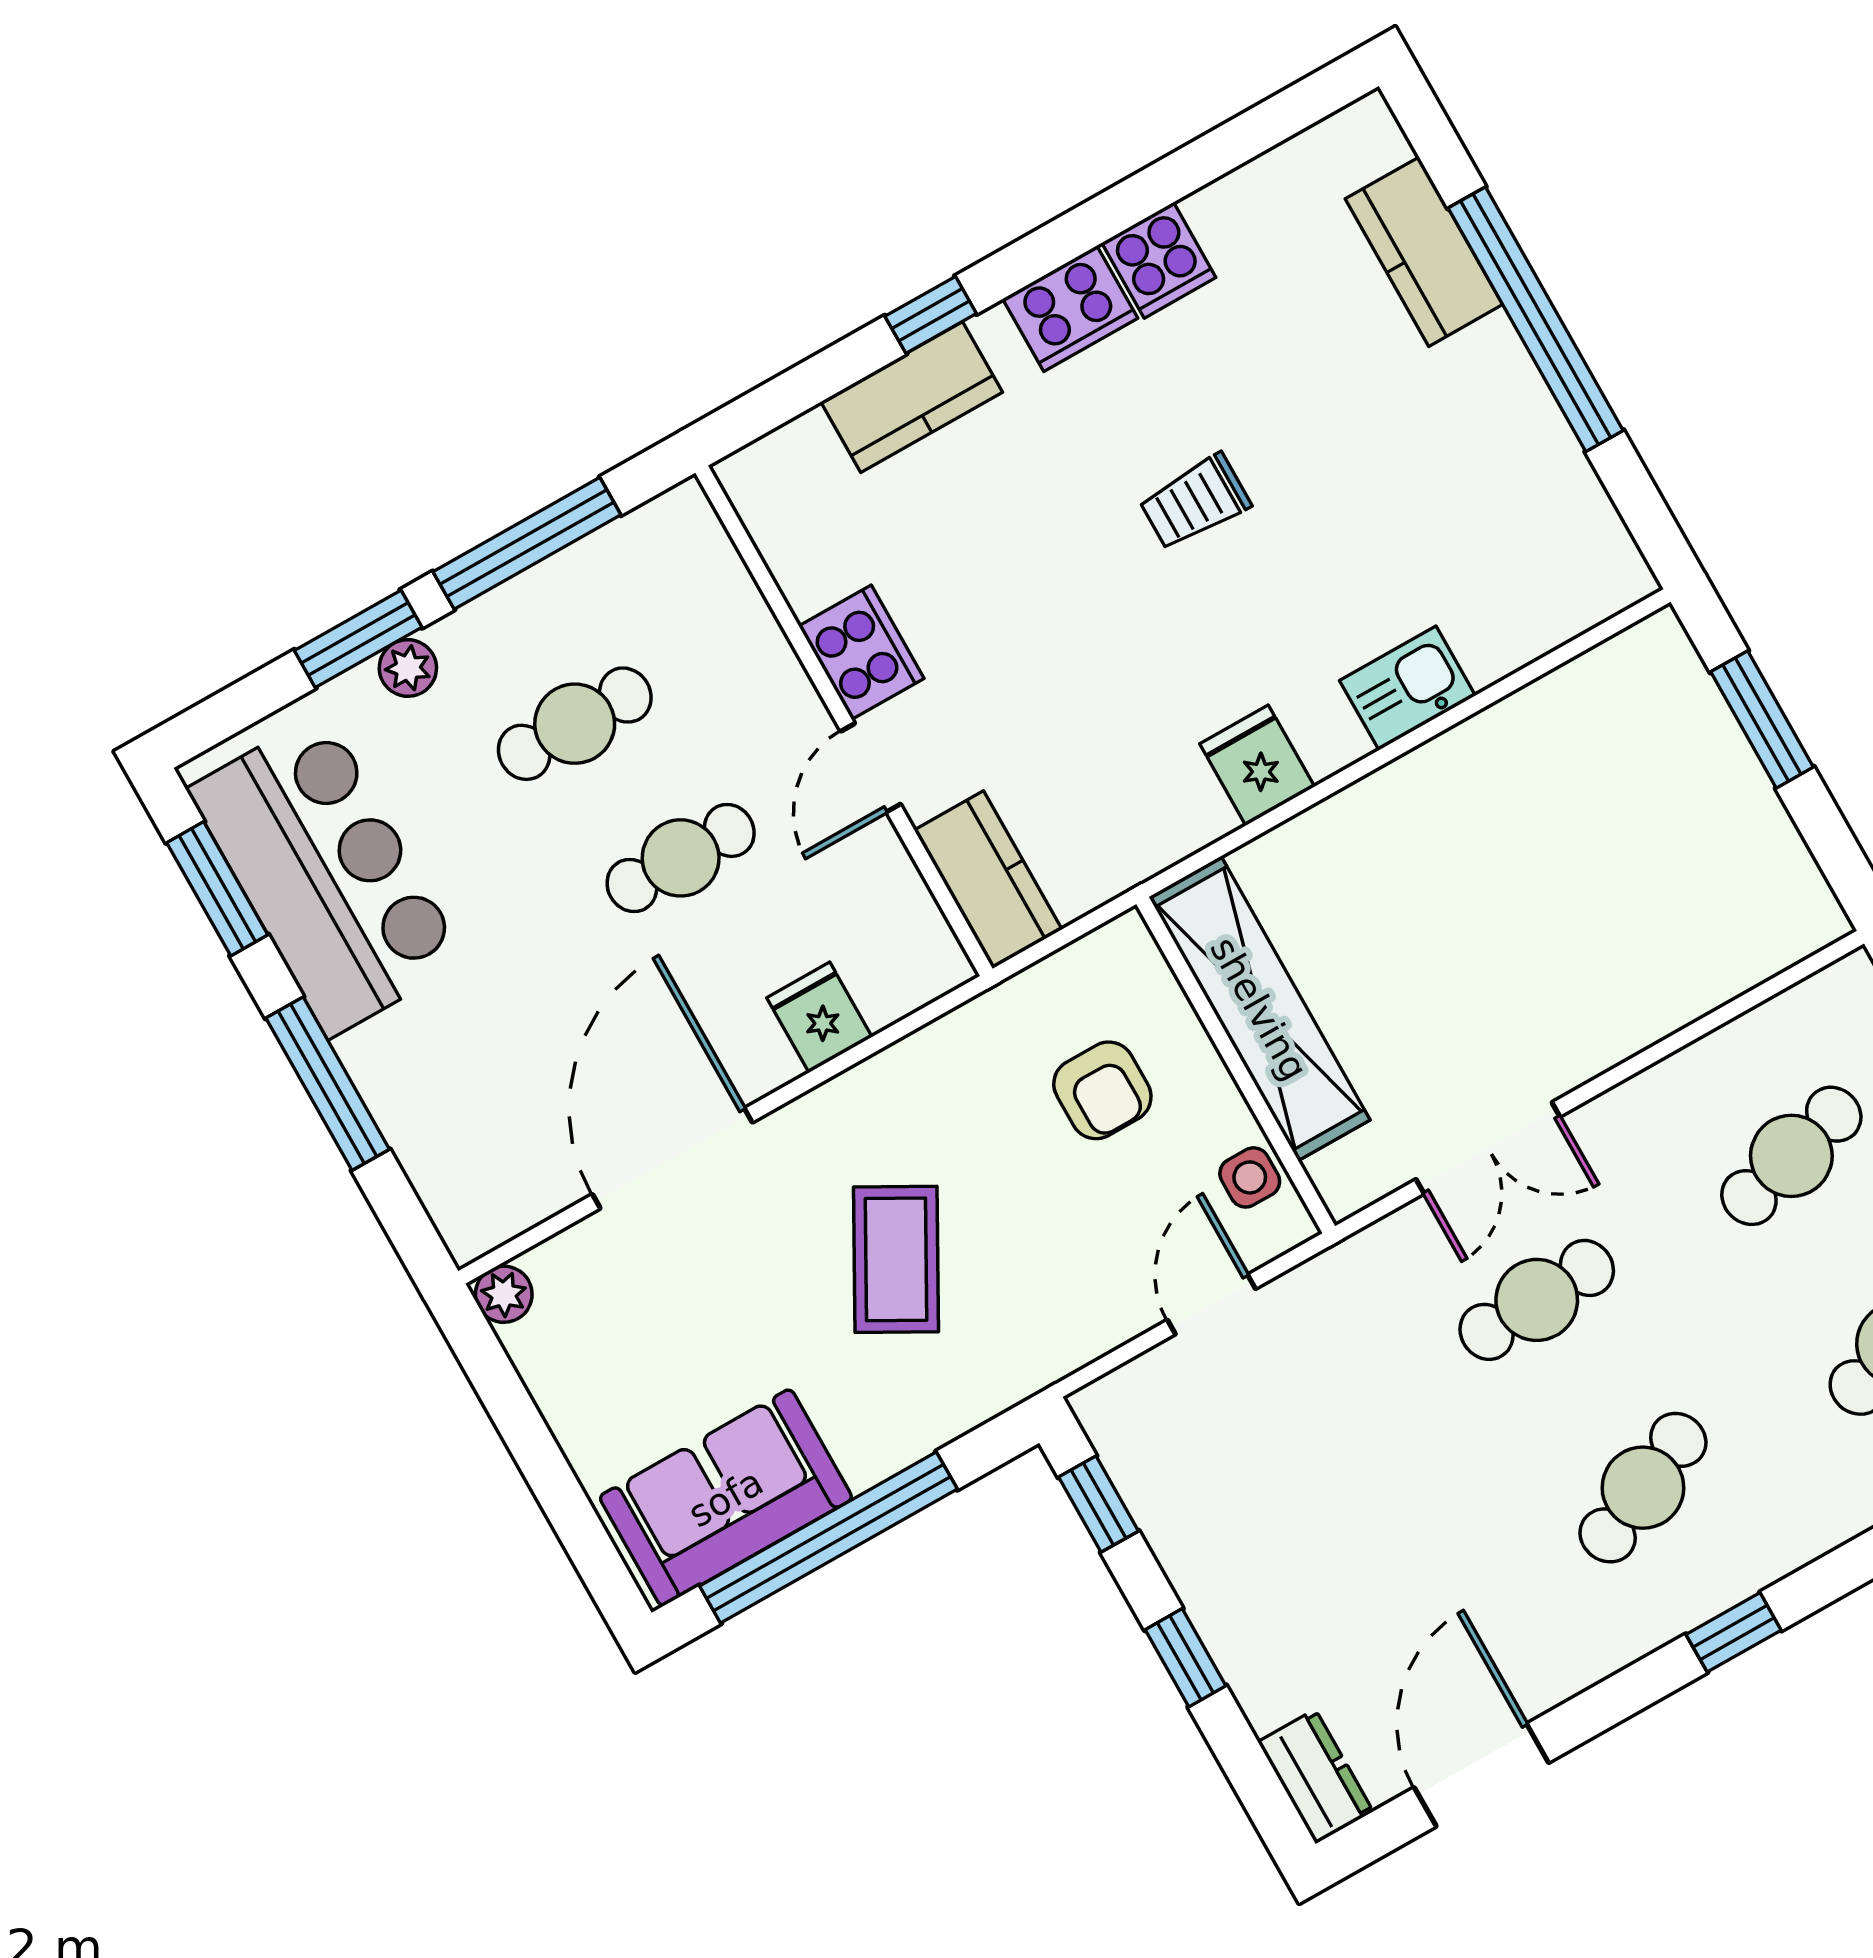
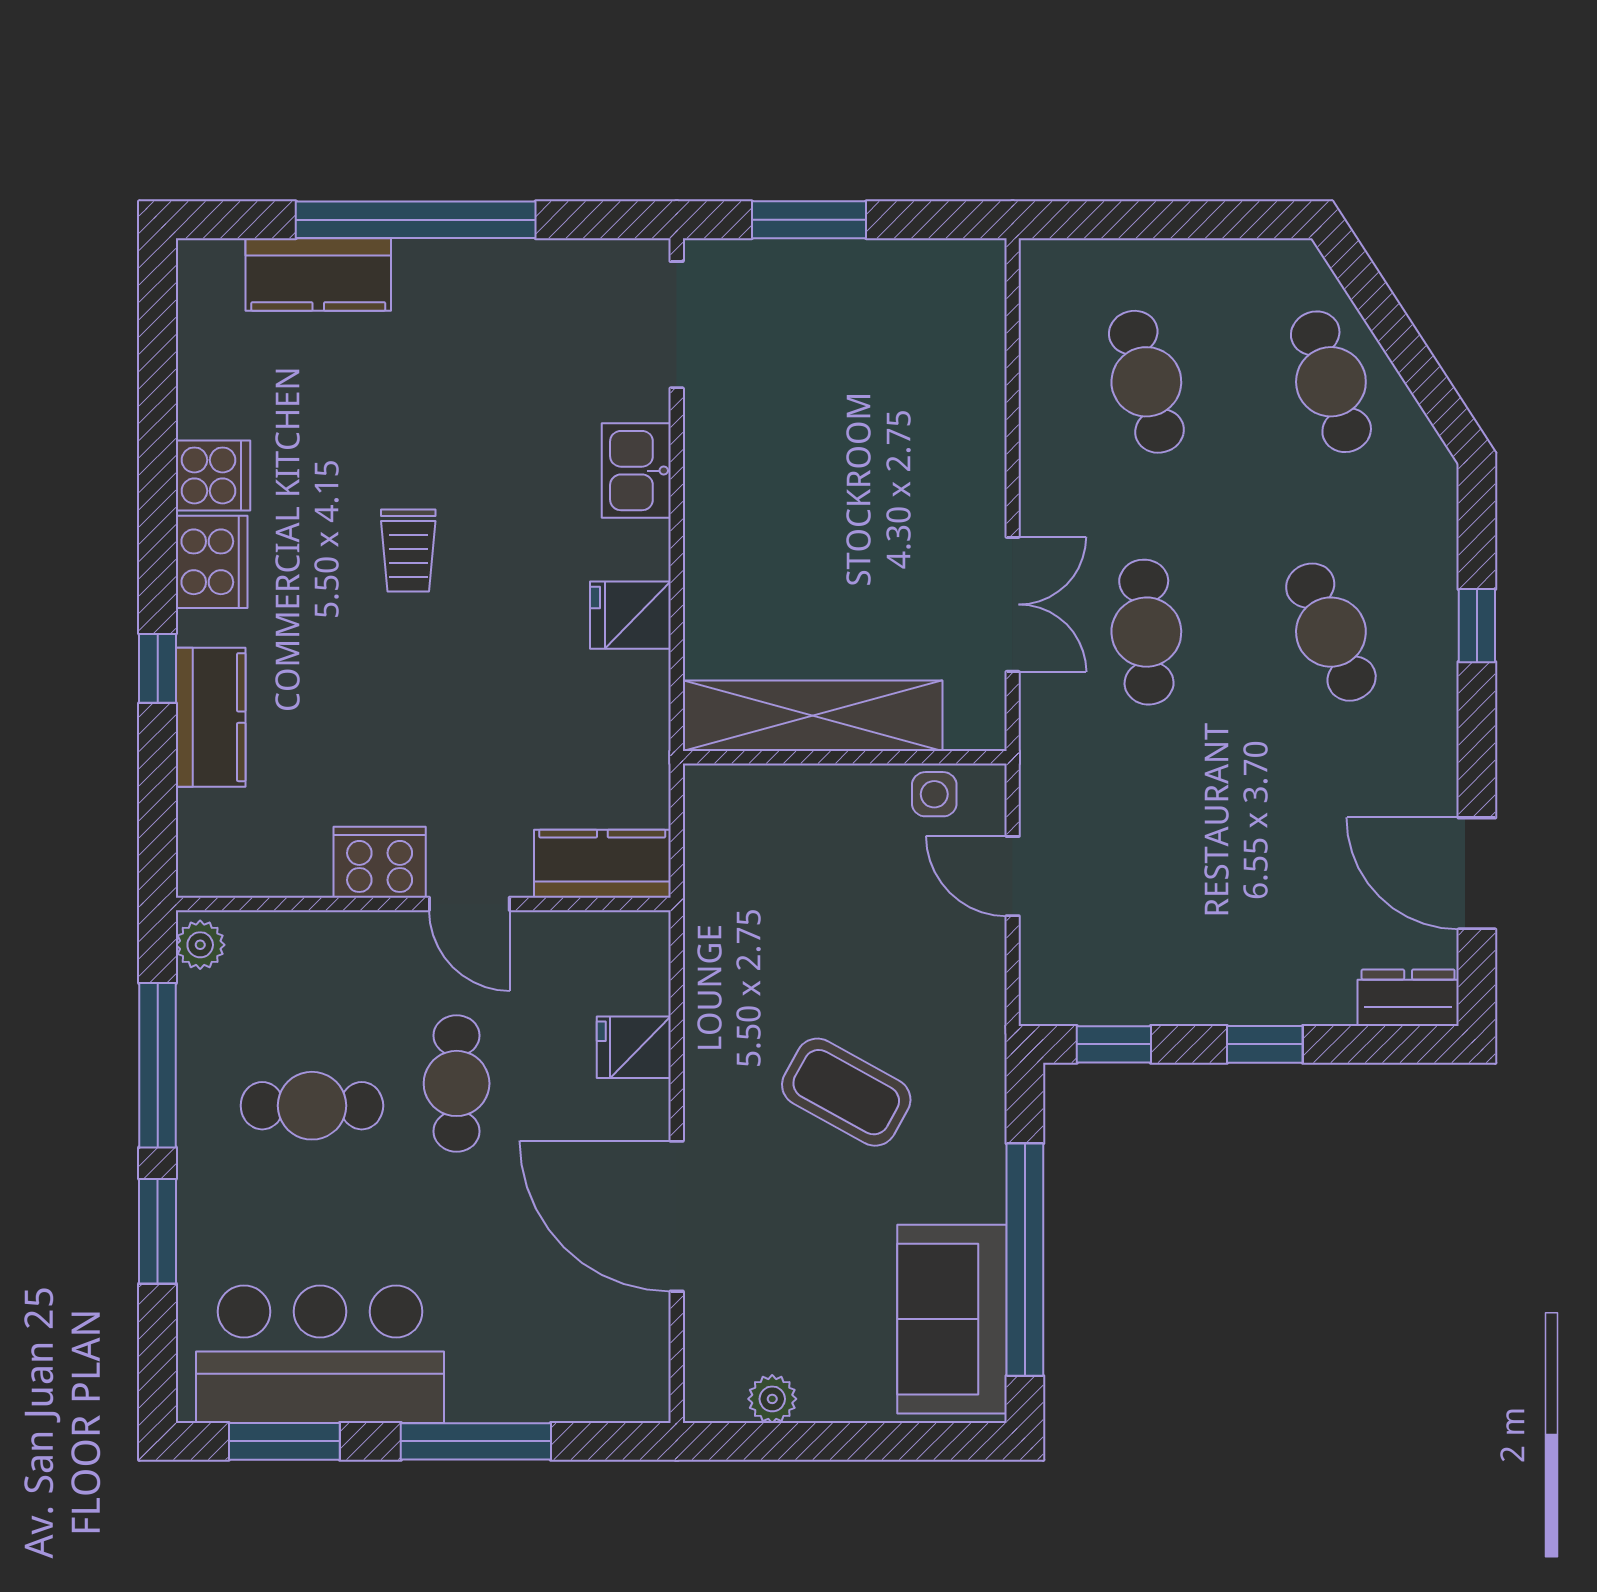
doorway: (1579, 645) -> (677, 325), added
plant: (408, 668) -> (200, 945), moved
cafe table: (575, 724) -> (312, 1106), turned 90
armchair: (1102, 1090) -> (807, 867), removed
plant: (504, 1294) -> (772, 1399), moved

